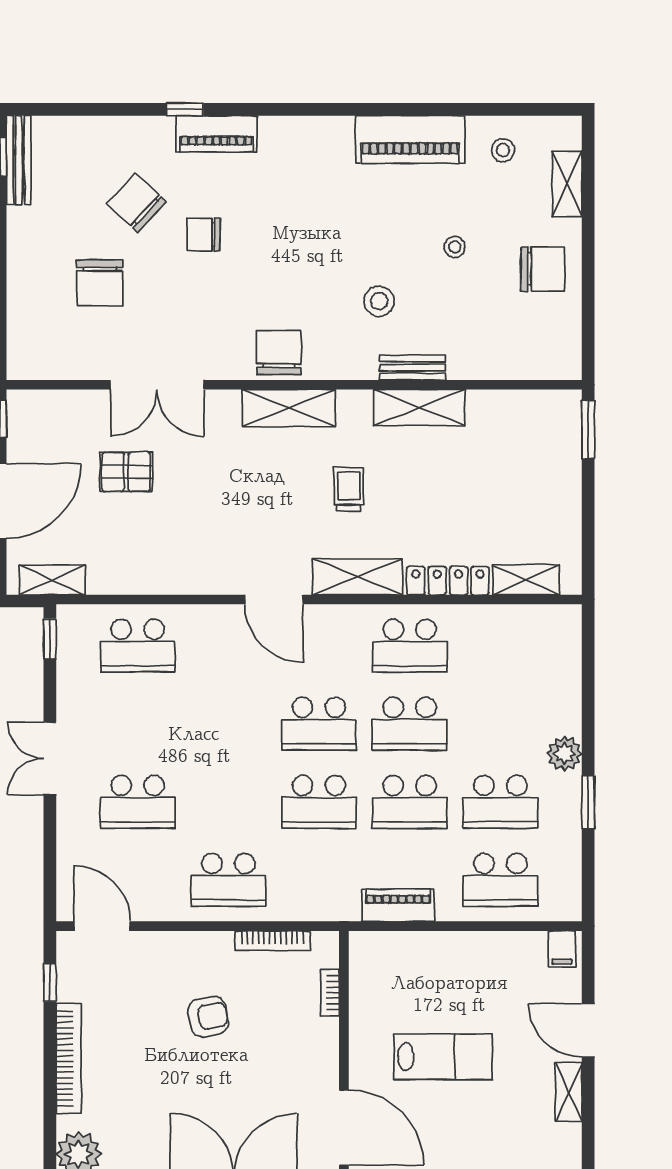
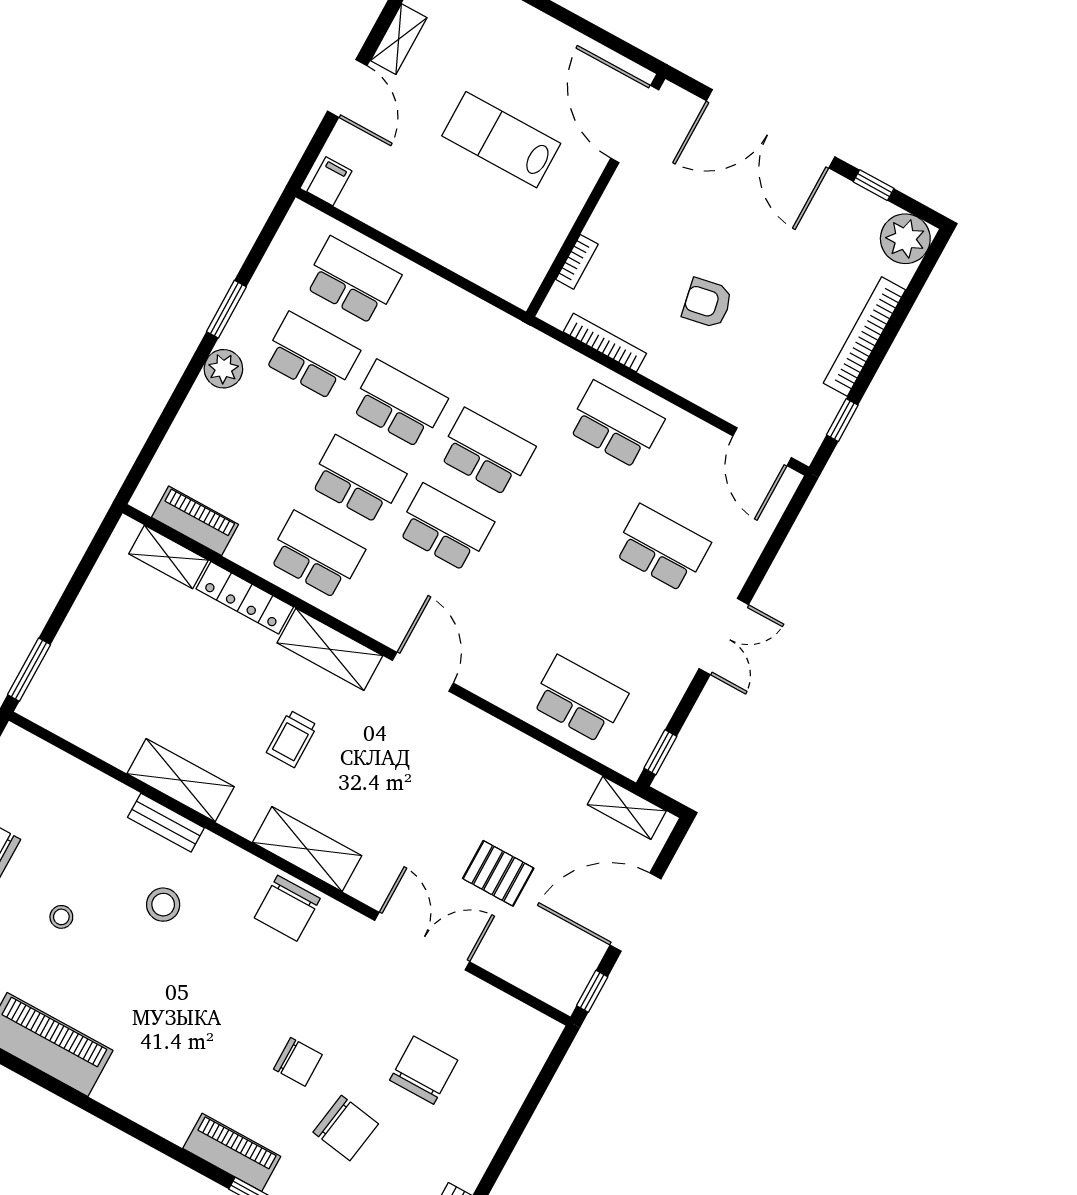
chair: (137, 203) -> (346, 1128), turned -34
piano: (398, 905) -> (195, 521), moved, turned 180

